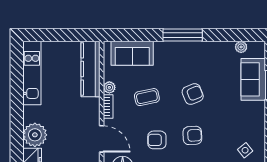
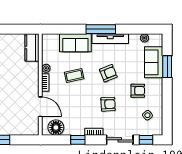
tv unit: (195, 48) -> (110, 39), added
sofa: (132, 53) -> (75, 43), moved
kitchen counter: (90, 69) -> (32, 48), width x0.67
armchair: (157, 140) -> (138, 91), moved, turned 180

